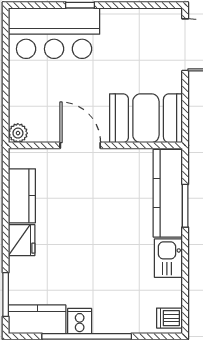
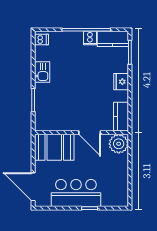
bar counter: (54, 33) -> (76, 193), moved
plant: (18, 133) -> (119, 144), width x1.87, depth x1.87
kitchen counter: (168, 193) -> (42, 107), removed
kitchen counter: (22, 196) -> (121, 117), moved

